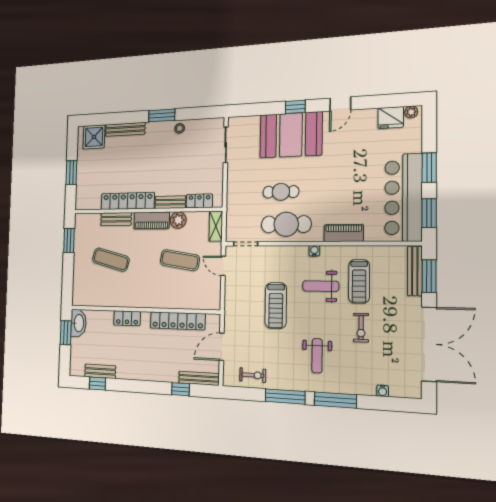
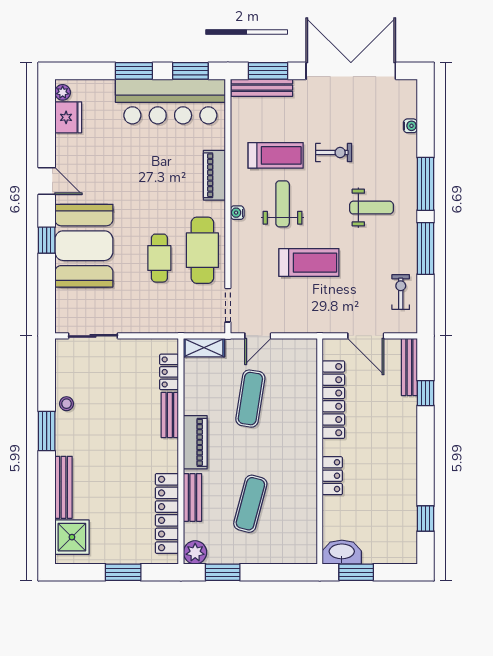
locker: (128, 201) -> (167, 513), moved
plant: (178, 220) -> (195, 552), moved
weight bench: (321, 286) -> (283, 204), turned 180
bench: (100, 371) -> (408, 515), removed

